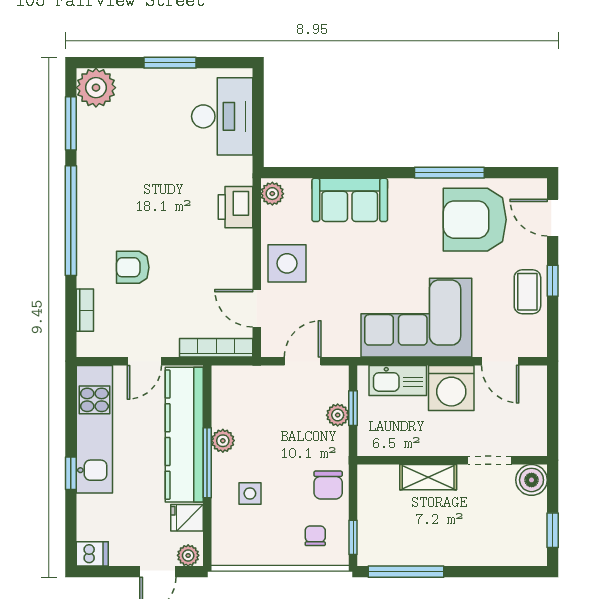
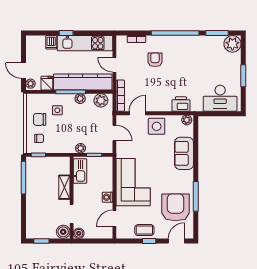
kitchen sink: (398, 380) -> (80, 171), moved, turned 180
washing machine: (451, 388) -> (107, 197), width x0.53, depth x0.53
plant: (227, 393) -> (101, 100), added
plant: (338, 415) -> (81, 148), moved
boiler: (535, 444) -> (79, 233), added
chair: (328, 485) -> (40, 119), moved
dishwasher: (92, 554) -> (51, 42), moved

